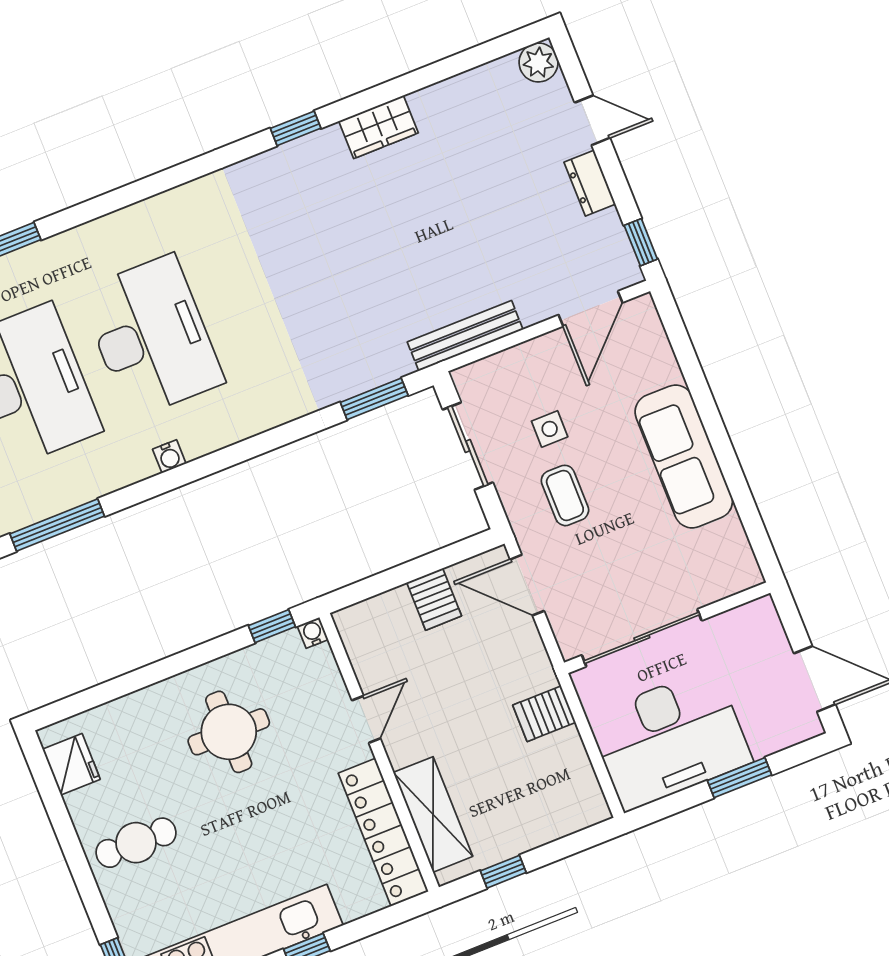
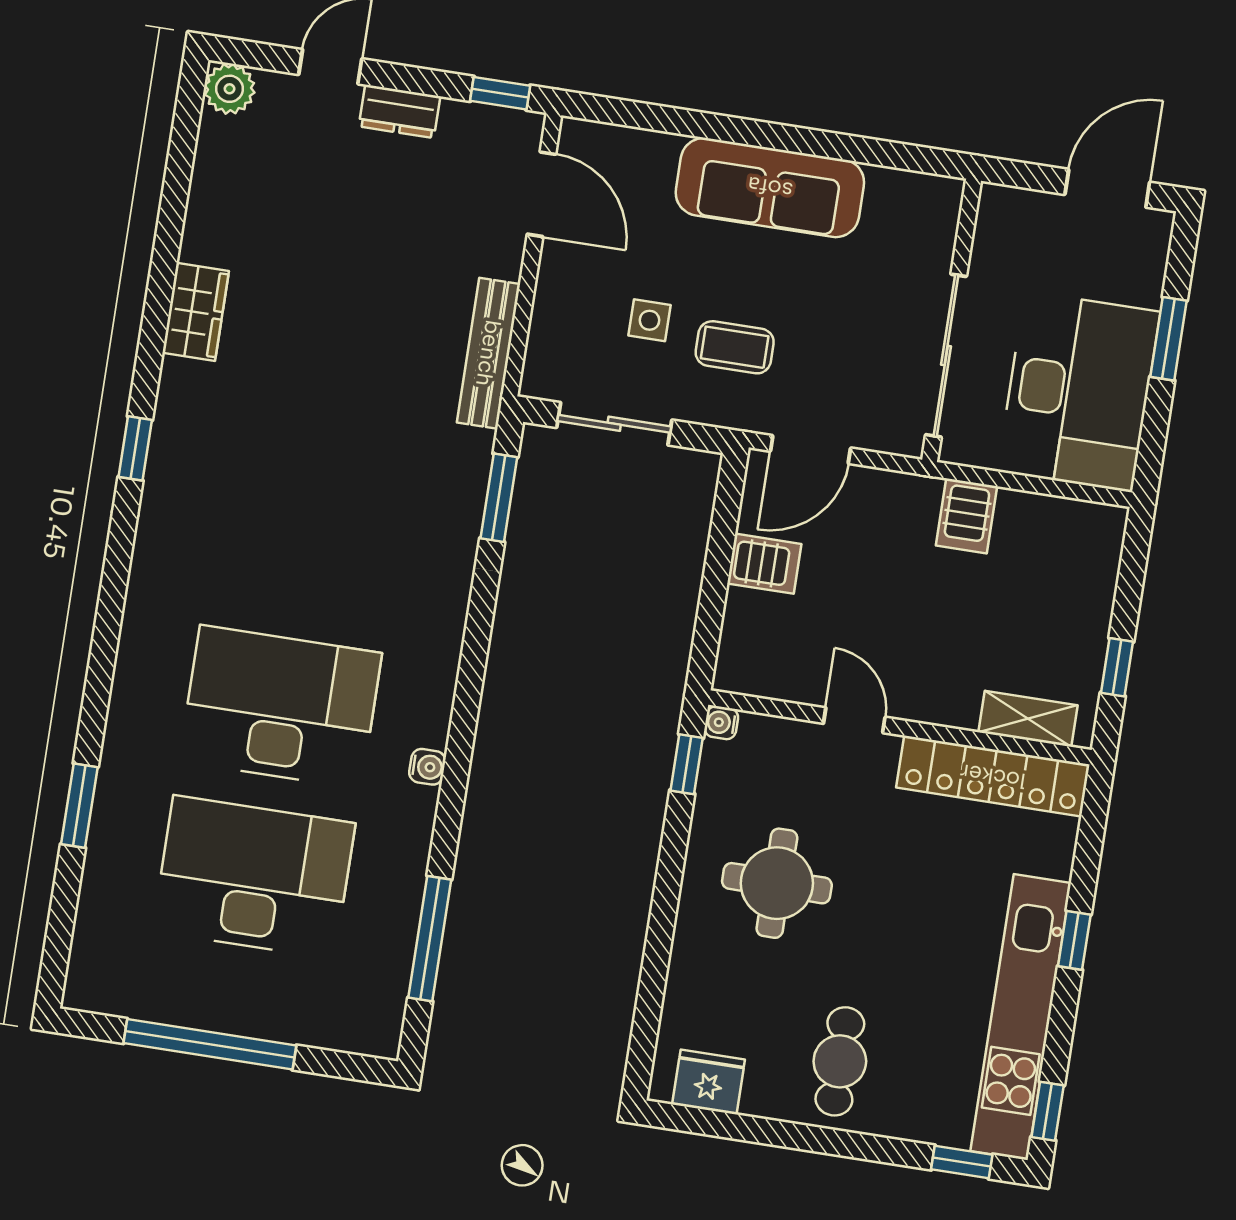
window: (296, 128) -> (135, 448), moved
shelving: (433, 814) -> (1028, 719), width x0.67, depth x0.75

